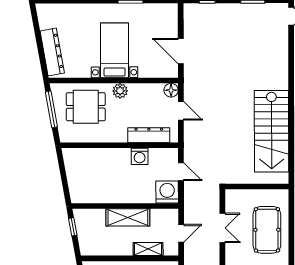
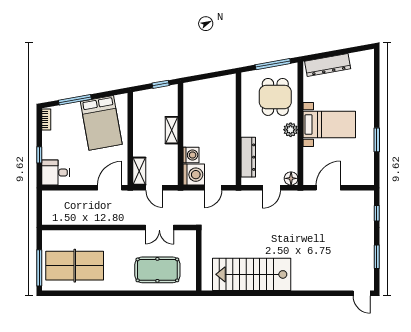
washing machine: (140, 156) -> (191, 155), moved, turned 180
shelving: (128, 217) -> (172, 130), width x0.67, depth x0.75
shelving: (148, 249) -> (139, 171), moved

